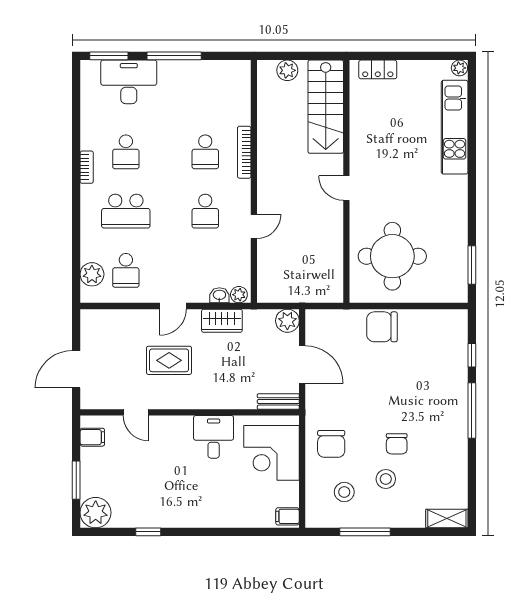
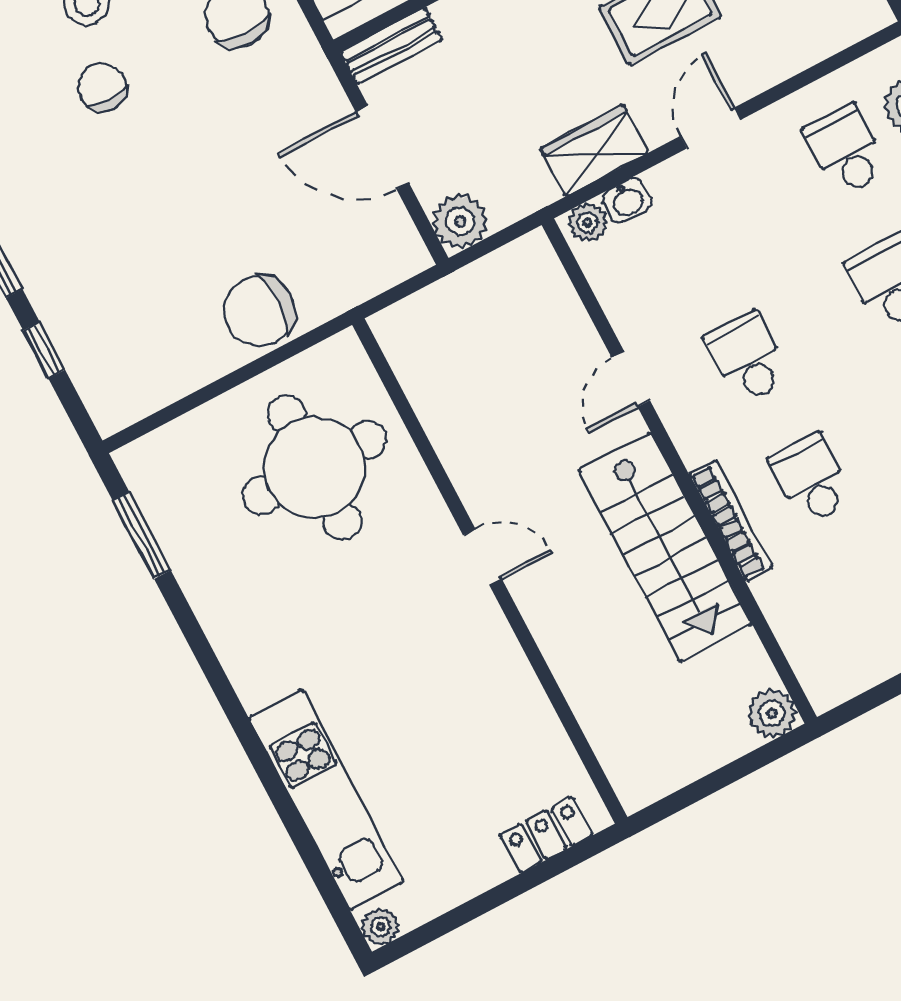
plant: (287, 70) -> (772, 714), moved
stairs: (326, 107) -> (665, 547), moved, turned 180
chair: (382, 327) -> (259, 311), turned 180

